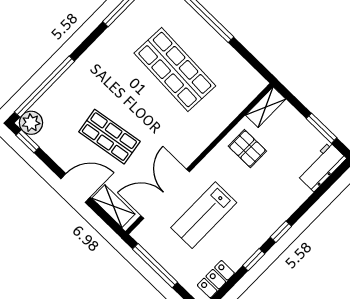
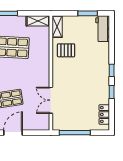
double door: (165, 194) -> (51, 100), width x0.73
shelving: (113, 206) -> (38, 21), moved
lab bench: (204, 215) -> (75, 94), removed

